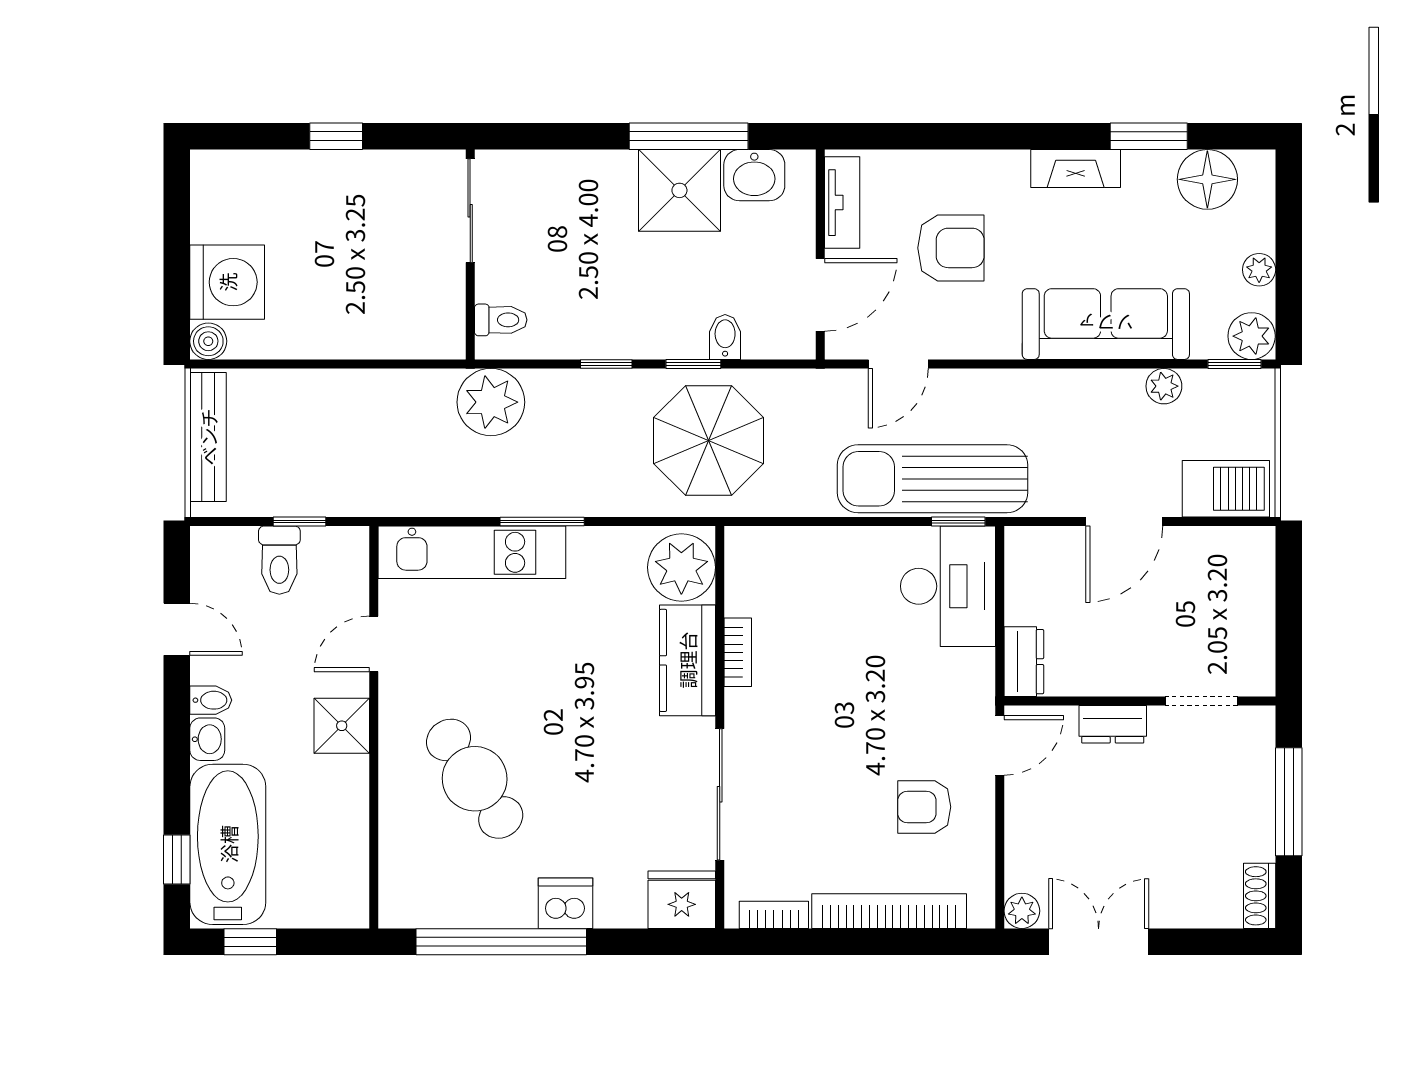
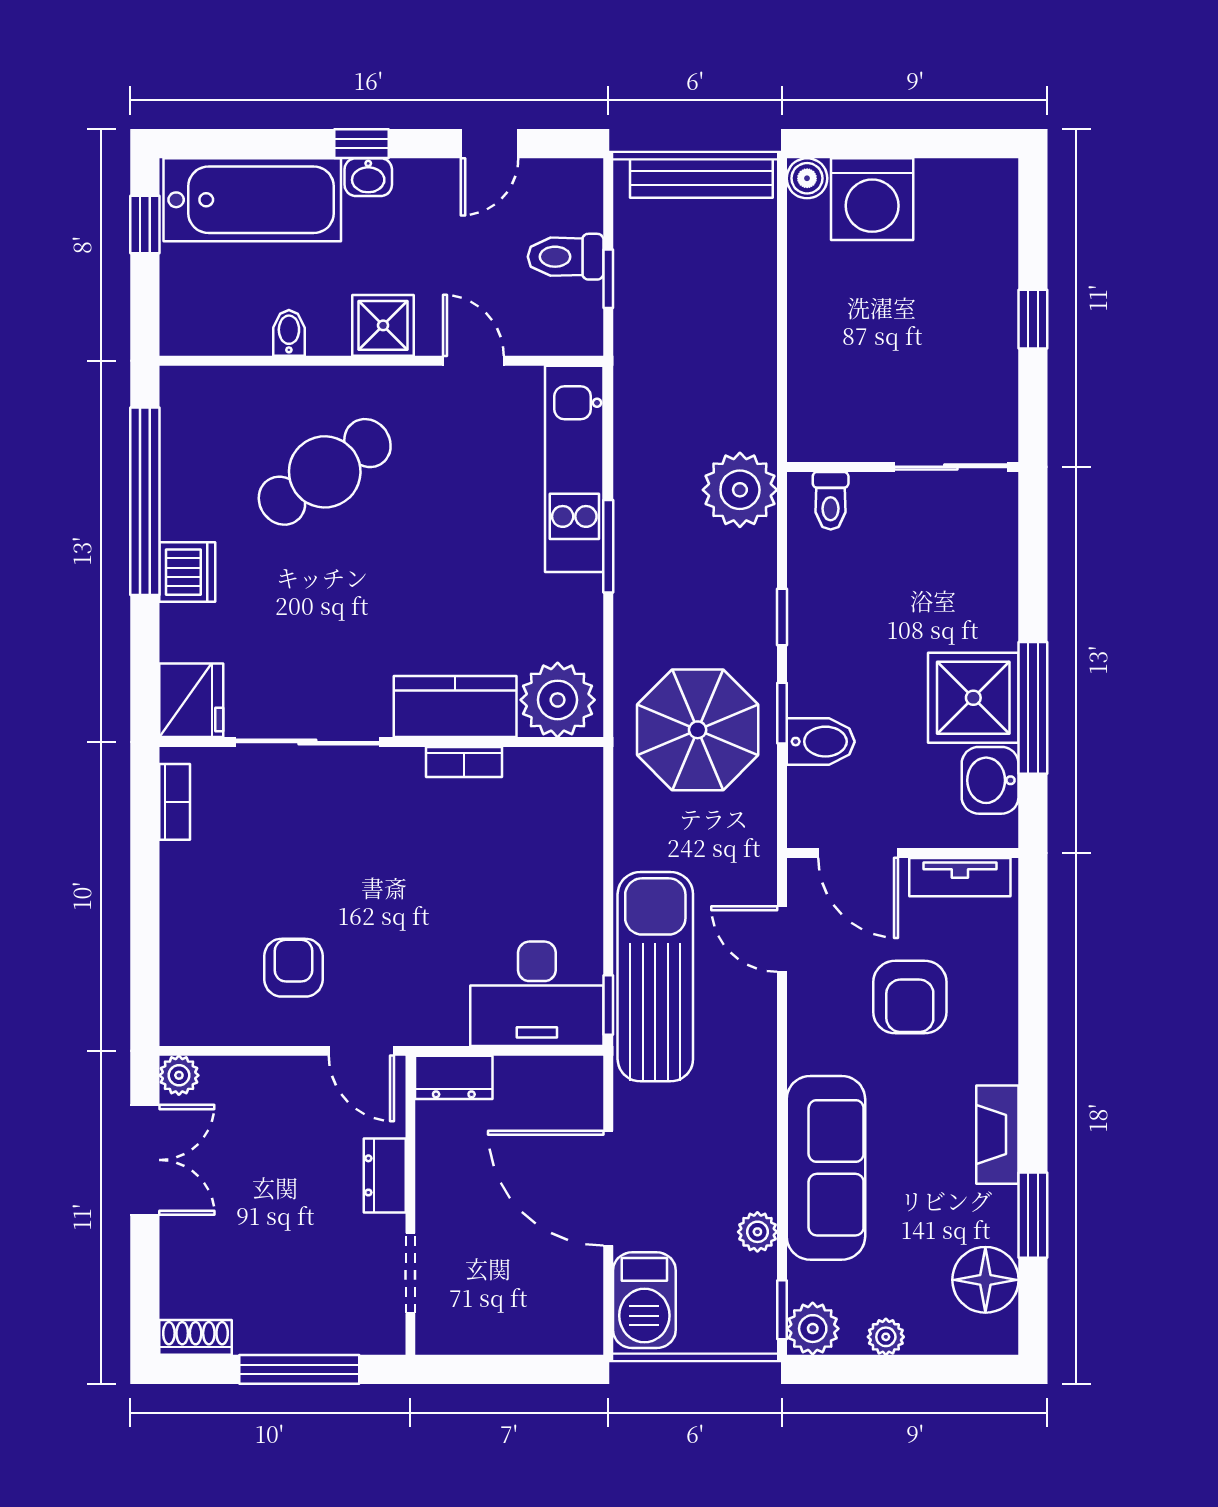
bidet: (725, 337) -> (821, 742), width x1.38, depth x1.36
door: (1124, 522) -> (608, 1188), width x1.36
bidet: (211, 700) -> (289, 333), moved, turned 180
window: (177, 859) -> (362, 144), moved
bookcase: (889, 911) -> (179, 929), removed

